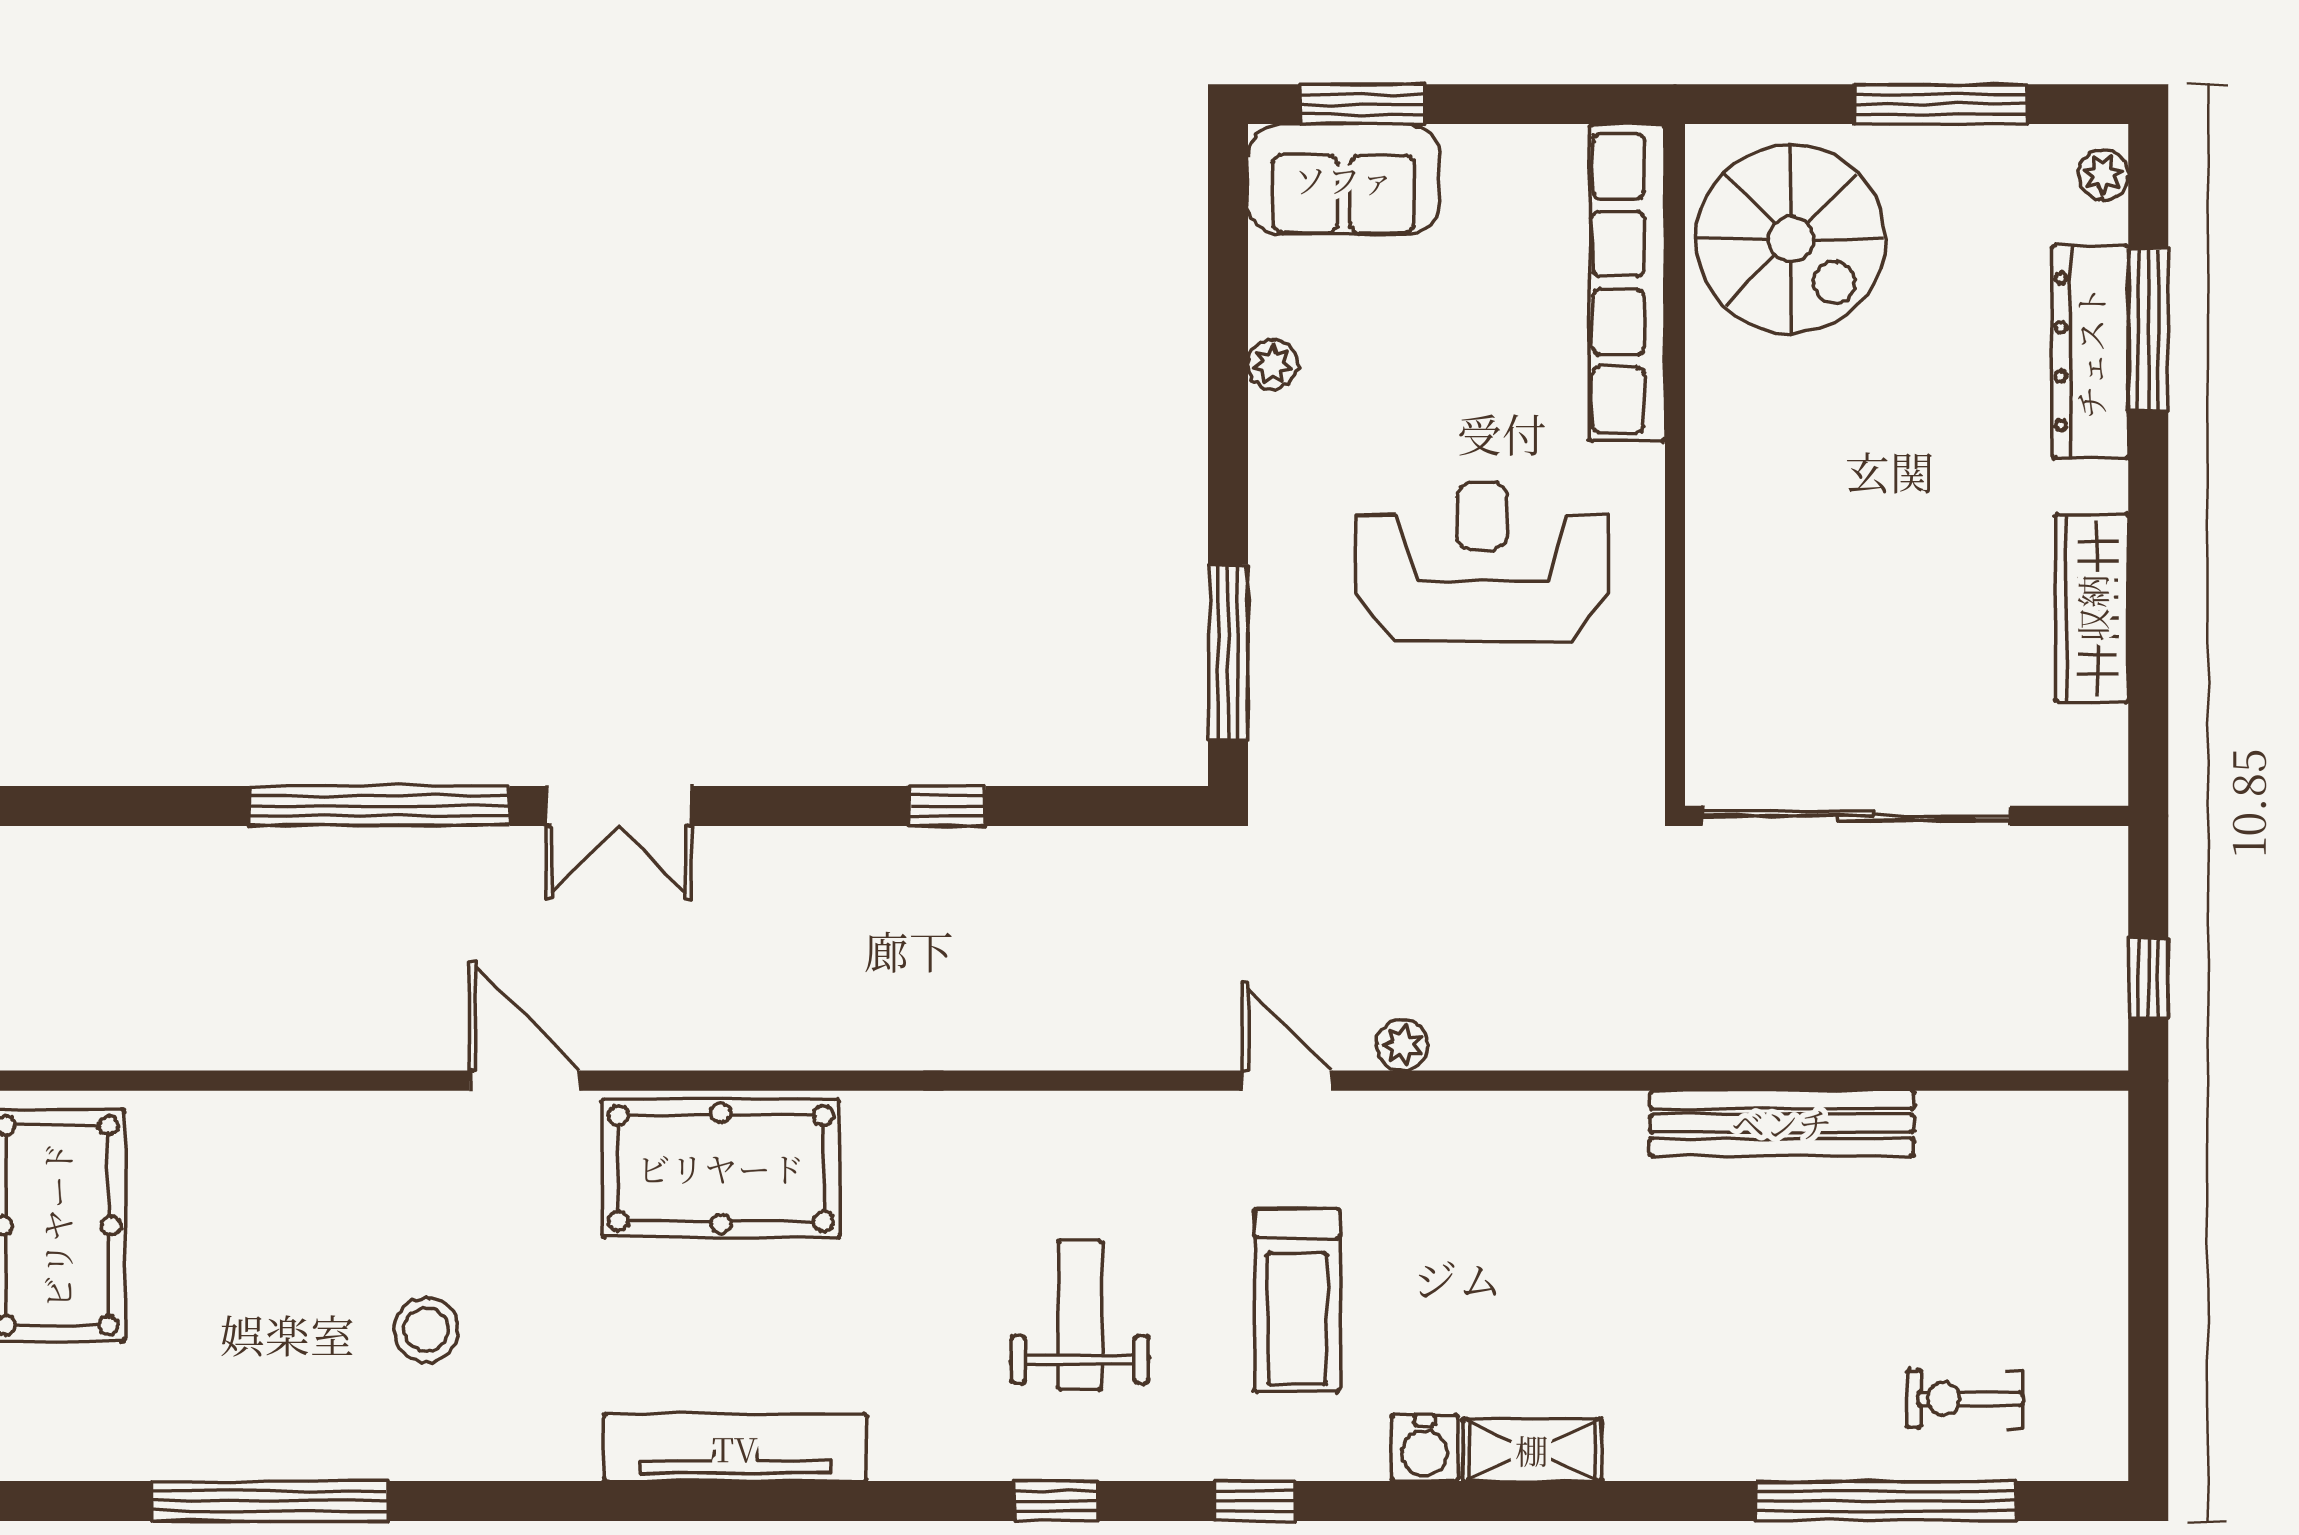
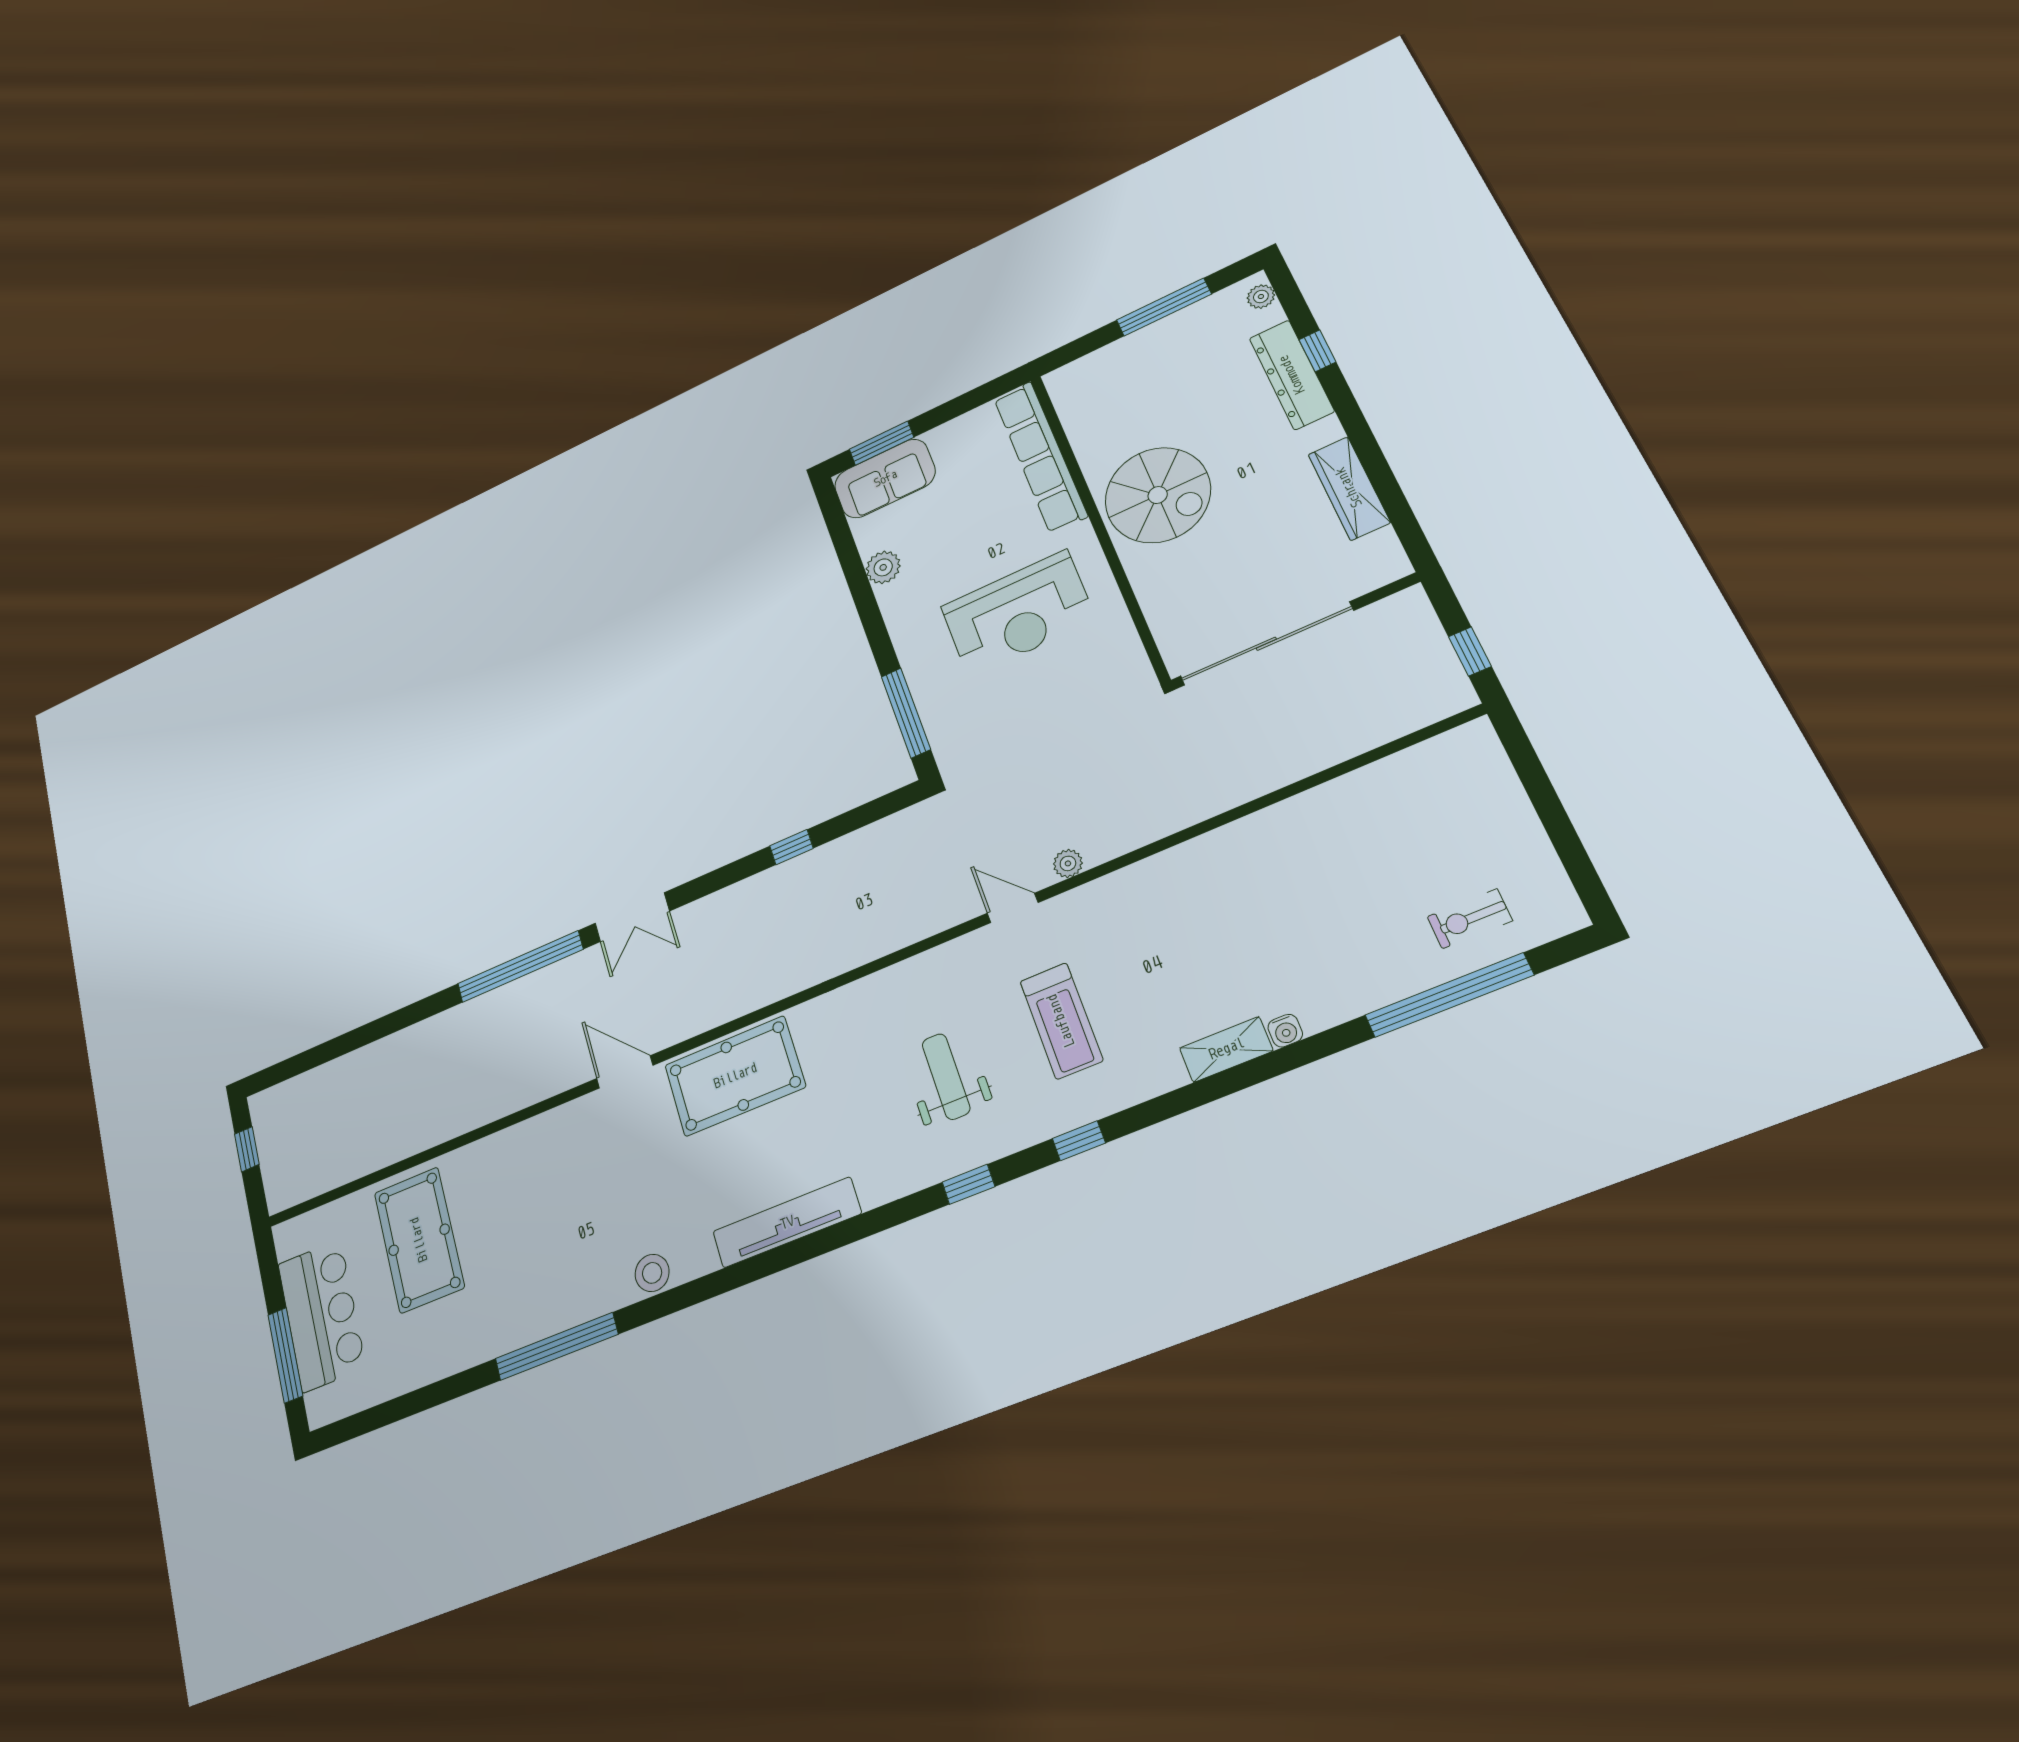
spiral stairs: (1791, 239) -> (1158, 495), moved
window: (2148, 330) -> (1317, 351), width x0.46
plant: (1273, 364) -> (883, 567), width x1.38, depth x1.38
reception desk: (1482, 562) -> (1018, 613), turned 180
bench: (1782, 1123) -> (1294, 815), removed
stool: (426, 1330) -> (652, 1273), moved
water cooler: (1425, 1448) -> (1285, 1031), moved, width x0.72, depth x0.72

